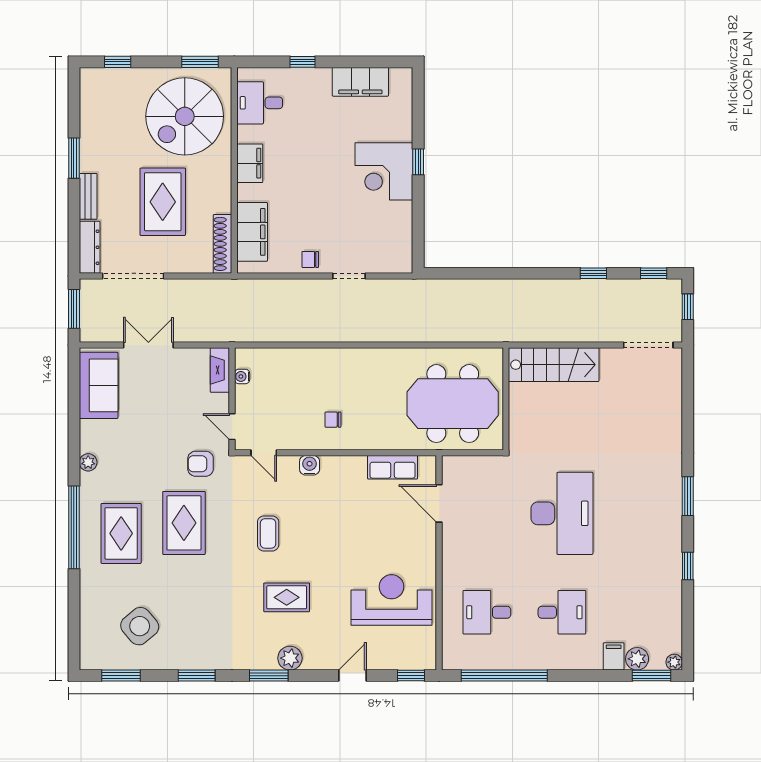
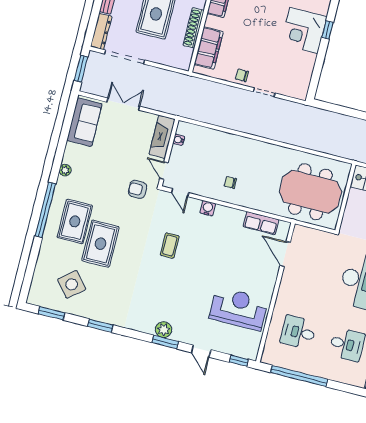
shoe rack: (222, 244) -> (193, 28), moved
fireplace: (220, 370) -> (162, 137), width x1.37, depth x1.32
rug: (184, 523) -> (100, 244), moved
rug: (287, 597) -> (171, 290), removed
window: (269, 676) -> (165, 342), moved
door: (352, 676) -> (201, 351), swing flipped

